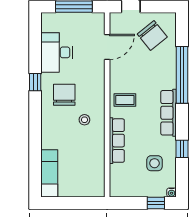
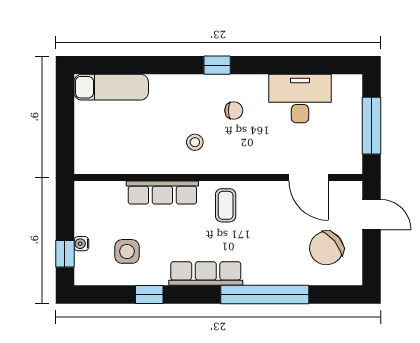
window: (35, 82) -> (217, 65), moved
chair: (64, 95) -> (234, 111), width x0.54, depth x0.54
water cooler: (172, 192) -> (81, 244), moved

